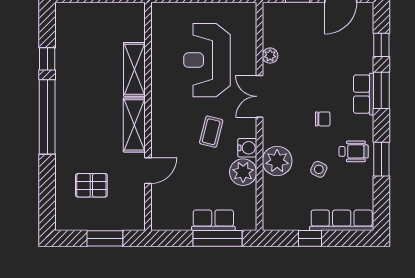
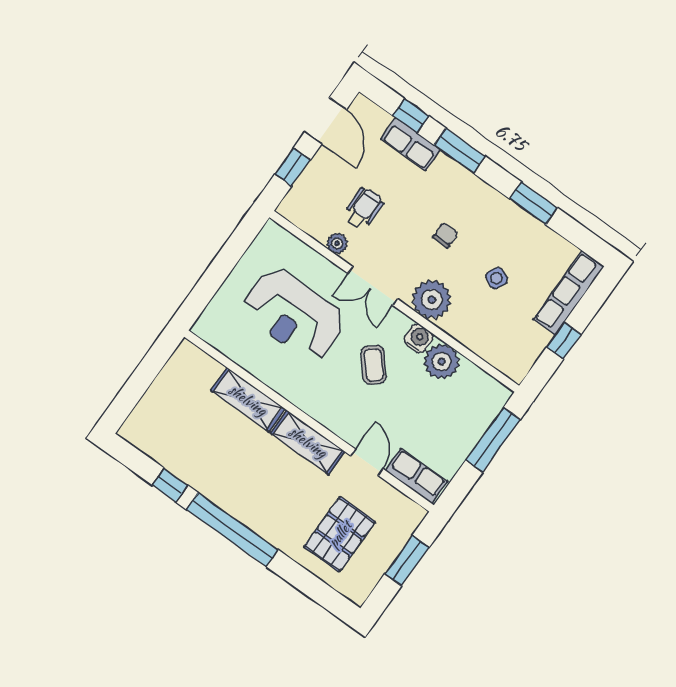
row of seats: (364, 94) -> (411, 144), moved
coffee table: (211, 132) -> (374, 365), turned 35
wheelchair: (354, 151) -> (364, 209), moved
plant: (277, 161) -> (432, 300), moved
pallet: (91, 185) -> (340, 534), width x1.50, depth x1.42
row of seats: (213, 220) -> (416, 476), moved, turned 90

